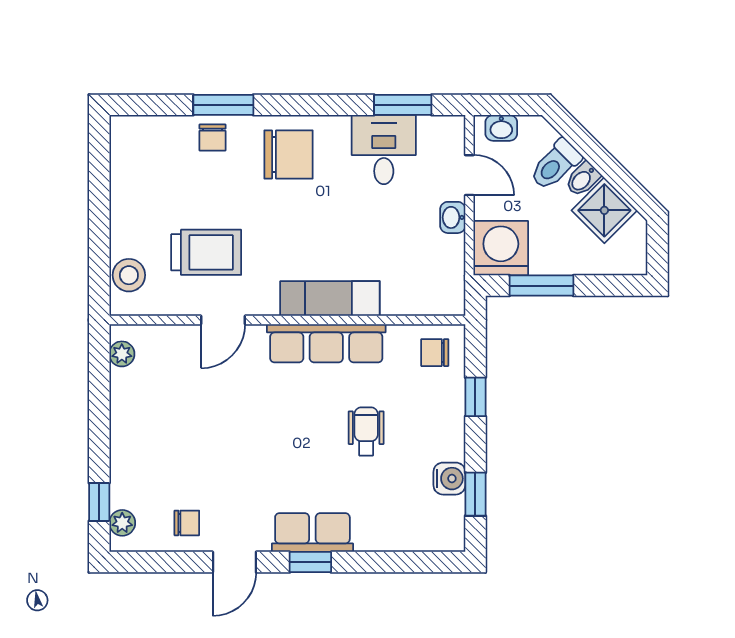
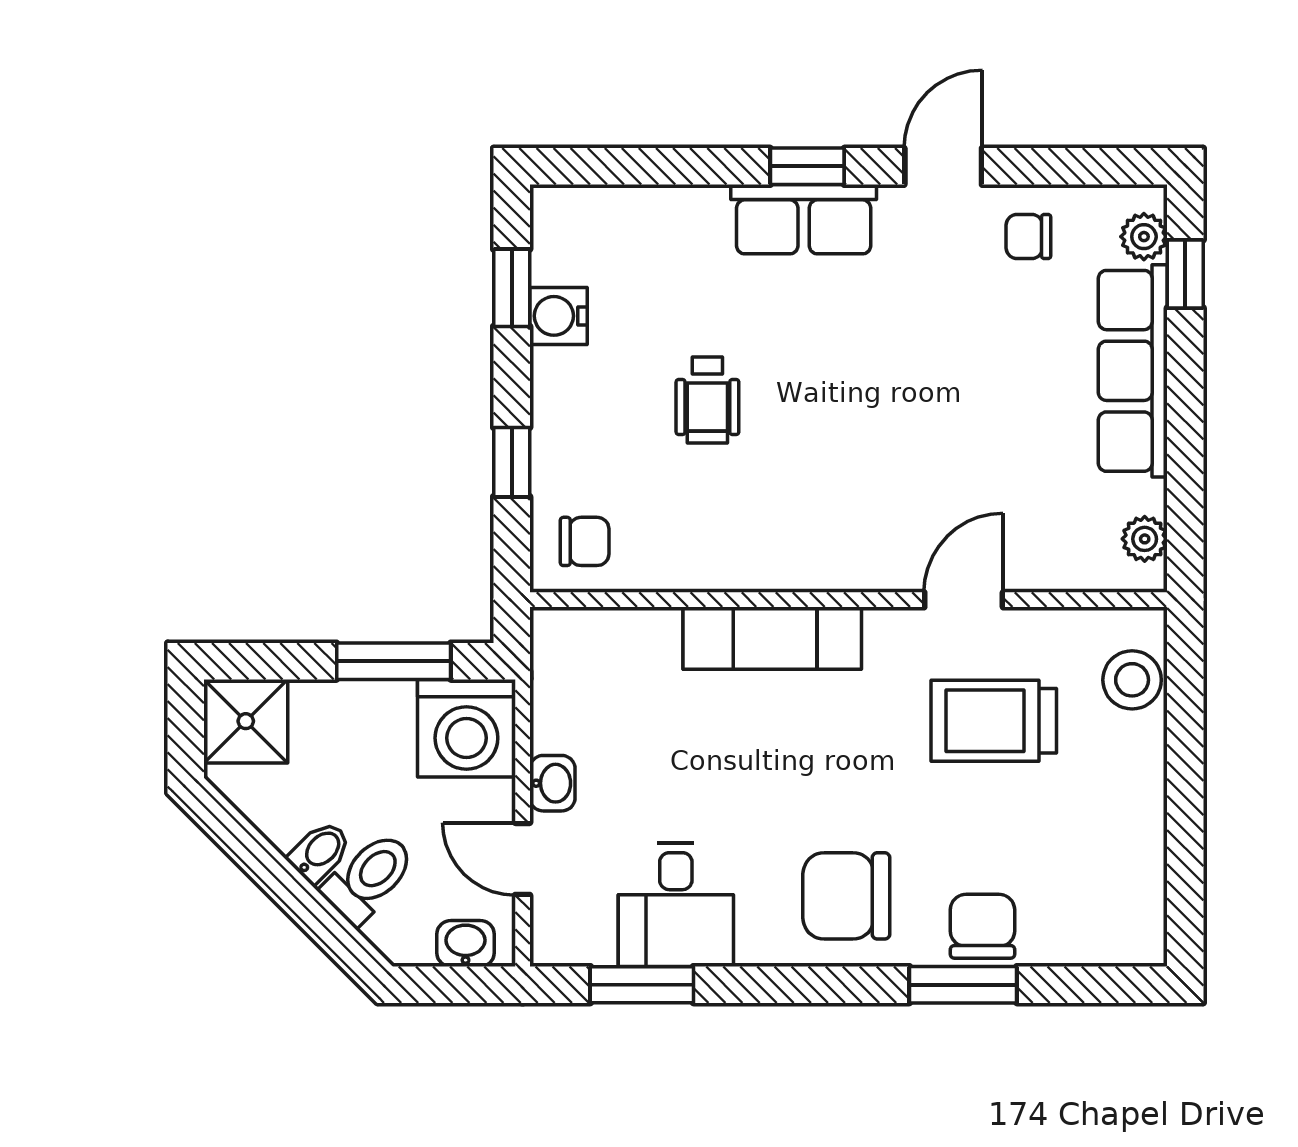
chair: (212, 138) -> (982, 926), width x1.37, depth x1.37
shower: (604, 210) -> (246, 721), moved, turned 45
row of seats: (326, 343) -> (1133, 371), moved, turned -90

